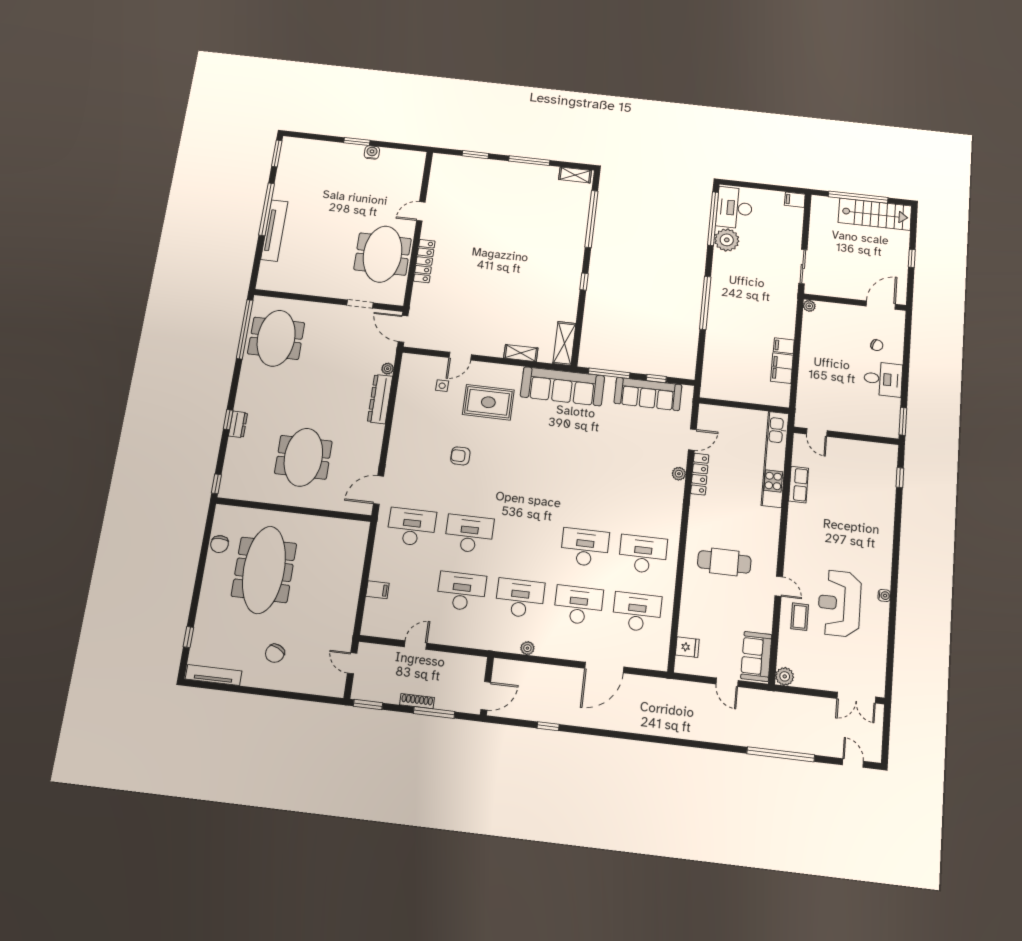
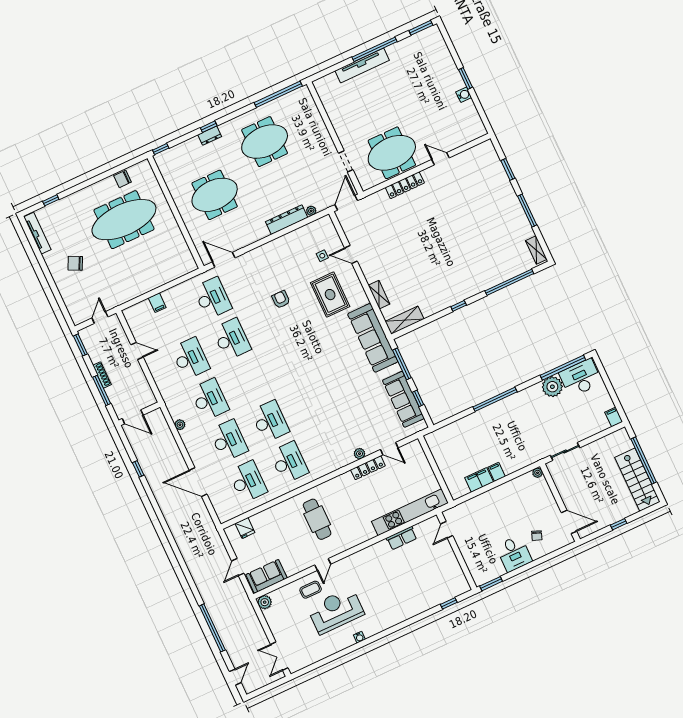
meeting table: (276, 338) -> (265, 142), moved

